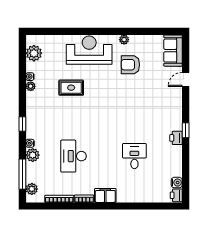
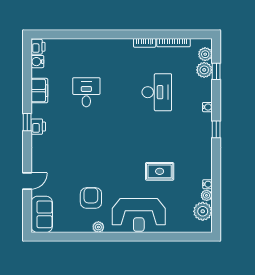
armchair: (130, 65) -> (91, 198), turned -90
plant: (31, 86) -> (207, 195), moved
printer: (176, 138) -> (38, 127), moved
plant: (33, 155) -> (204, 70), moved
desk: (134, 156) -> (86, 92), turned 180
window: (22, 174) -> (216, 71), width x0.46
filing cabinet: (105, 195) -> (39, 91), moved, turned -90

